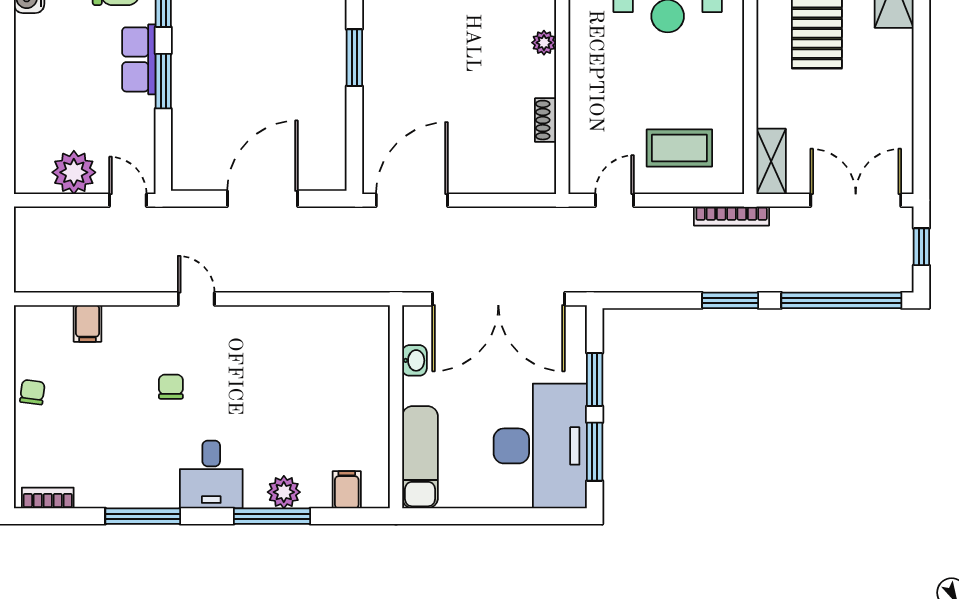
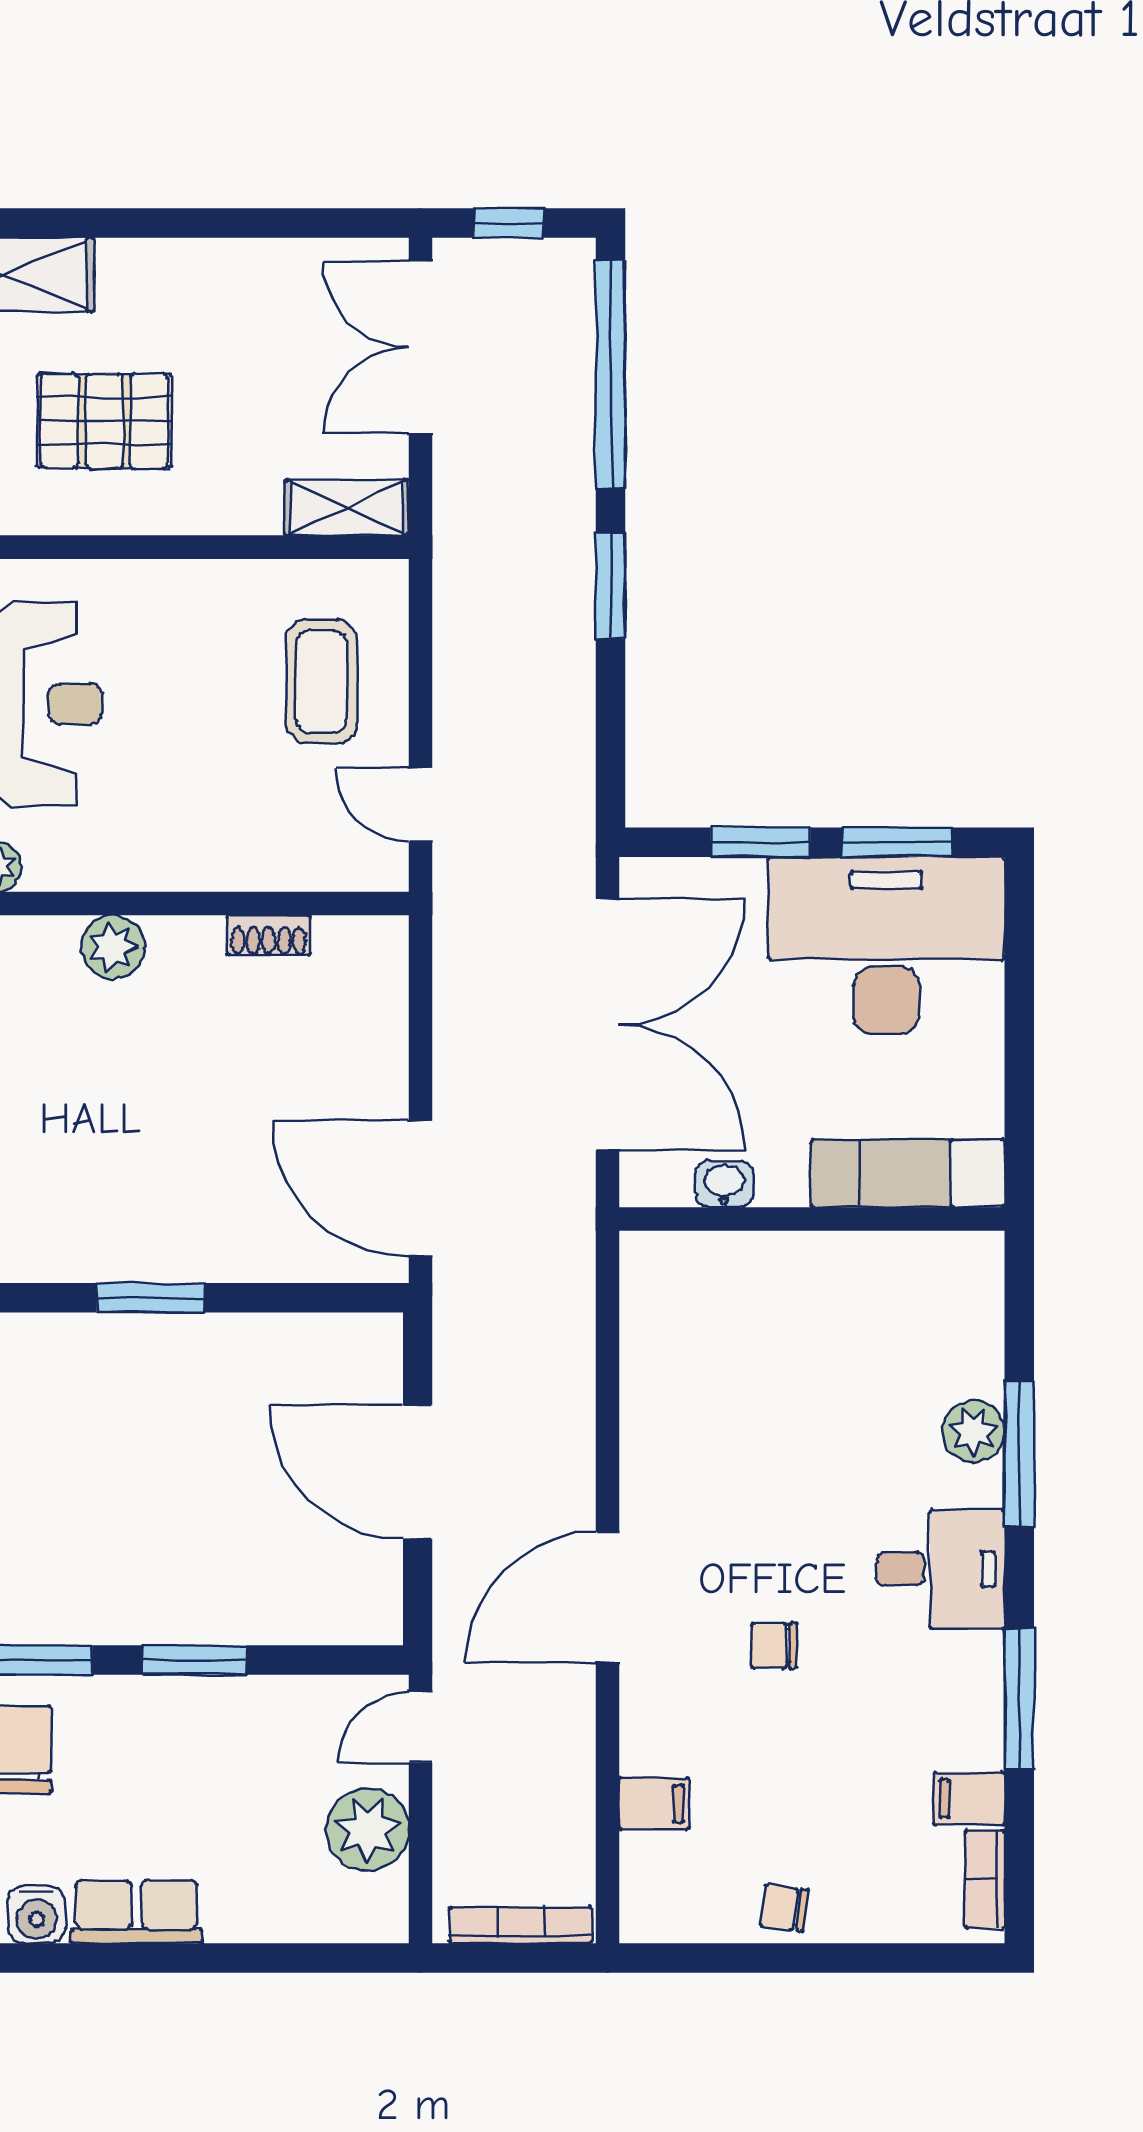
plant: (544, 43) -> (113, 947), width x1.38, depth x1.38
row of seats: (139, 59) -> (137, 1912), moved, turned 180
bookcase: (732, 216) -> (521, 1925), moved, turned -90
door: (196, 299) -> (607, 1598), width x1.88
filing cabinet: (347, 490) -> (969, 1799), moved

